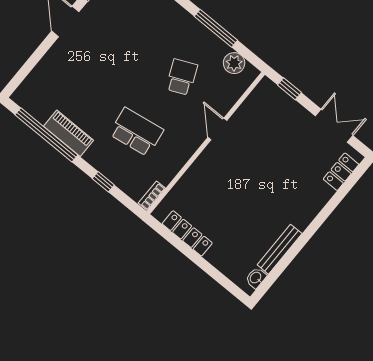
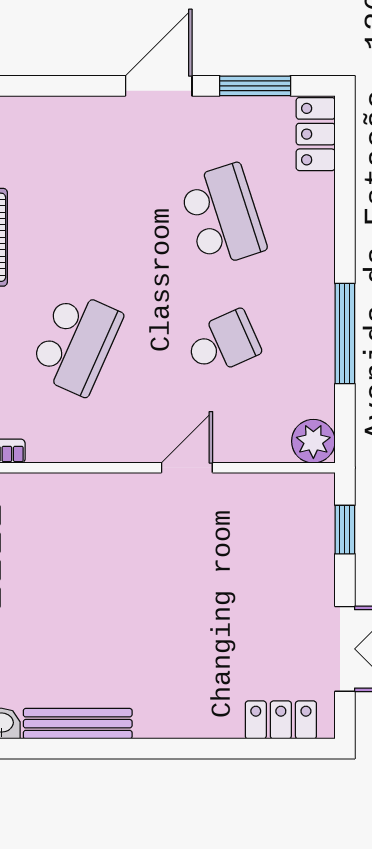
school desk: (134, 38) -> (223, 215), added
plant: (234, 63) -> (313, 441), moved
school desk: (136, 132) -> (76, 343), turned 33

